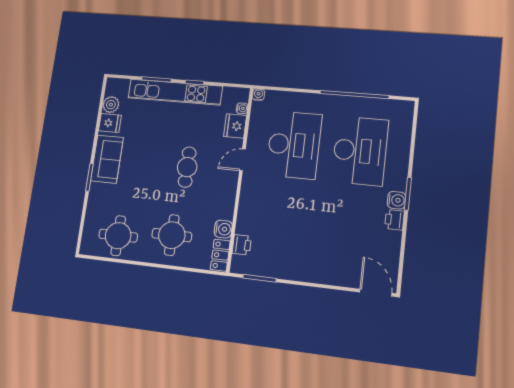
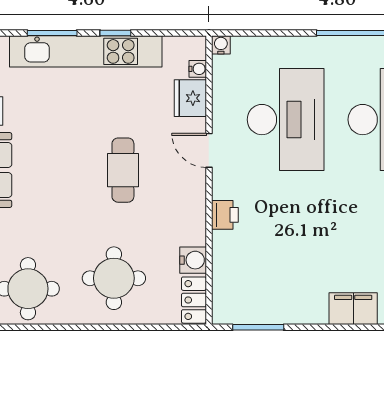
door: (242, 160) -> (209, 150), hinge flipped
printer: (242, 245) -> (225, 215), moved
filing cabinet: (324, 273) -> (353, 309), added

